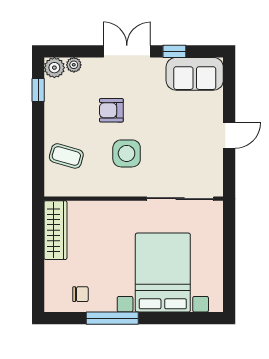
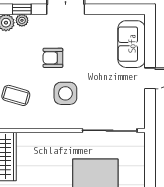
window: (174, 51) -> (22, 9), moved
sofa: (195, 74) -> (132, 44), moved, turned 90

